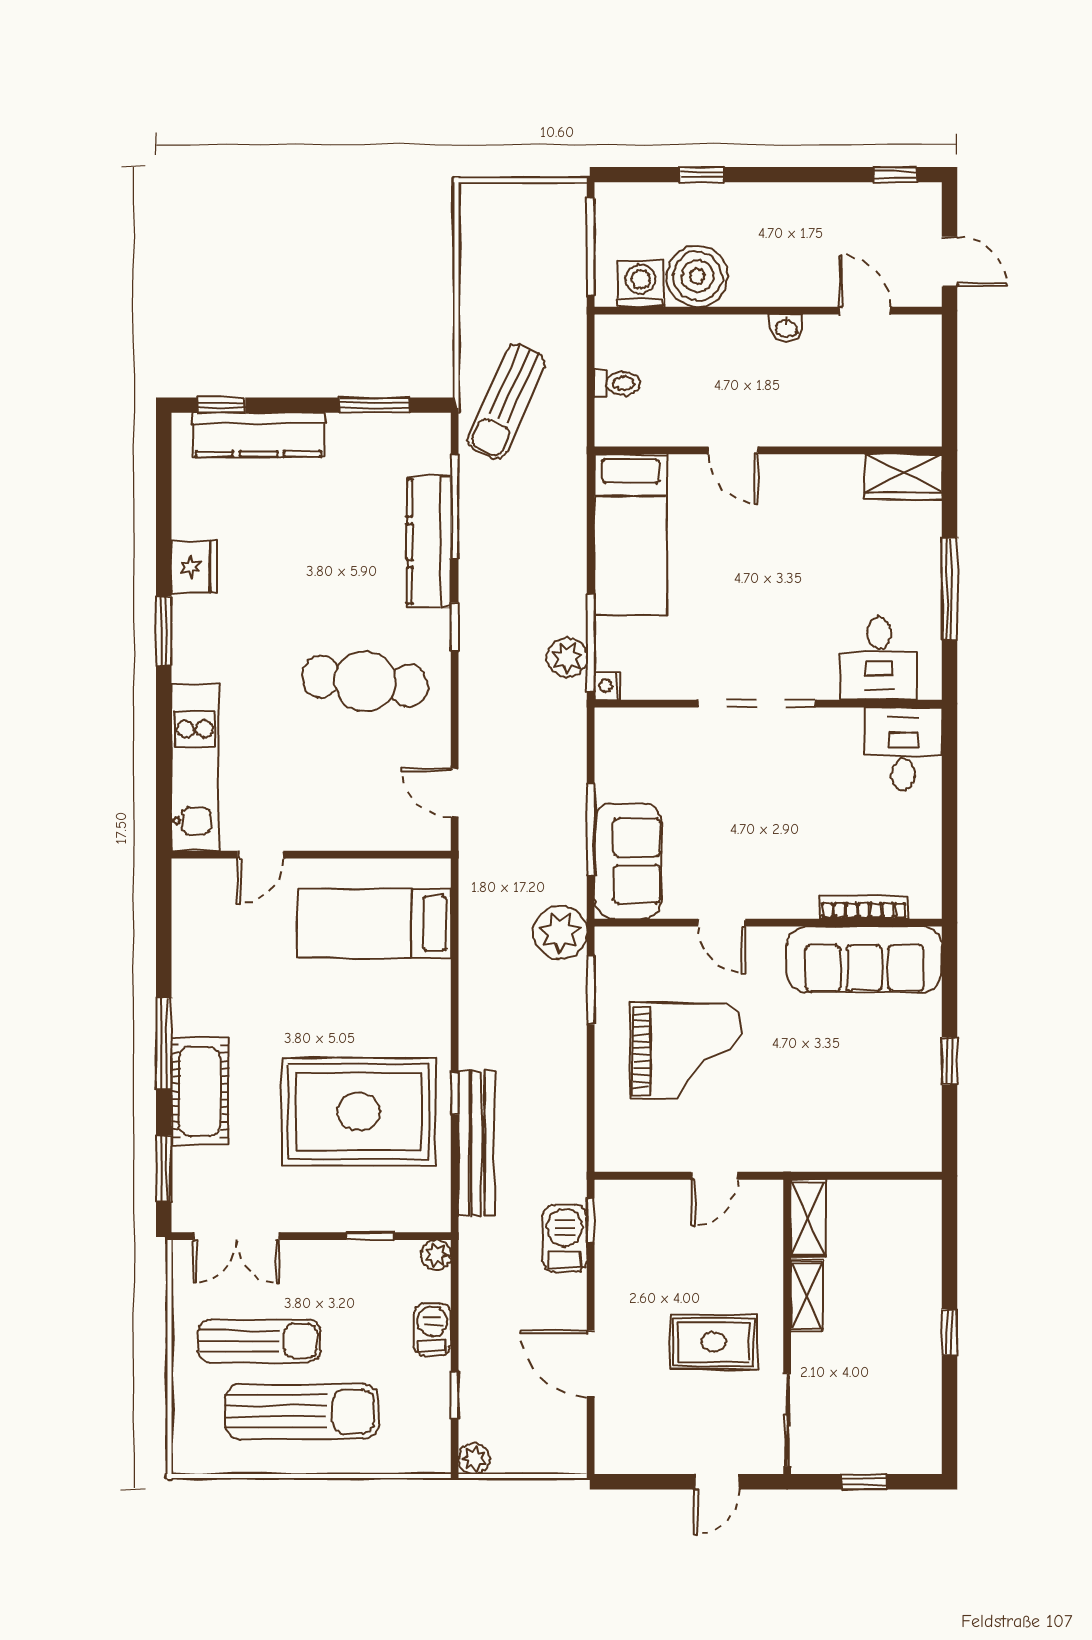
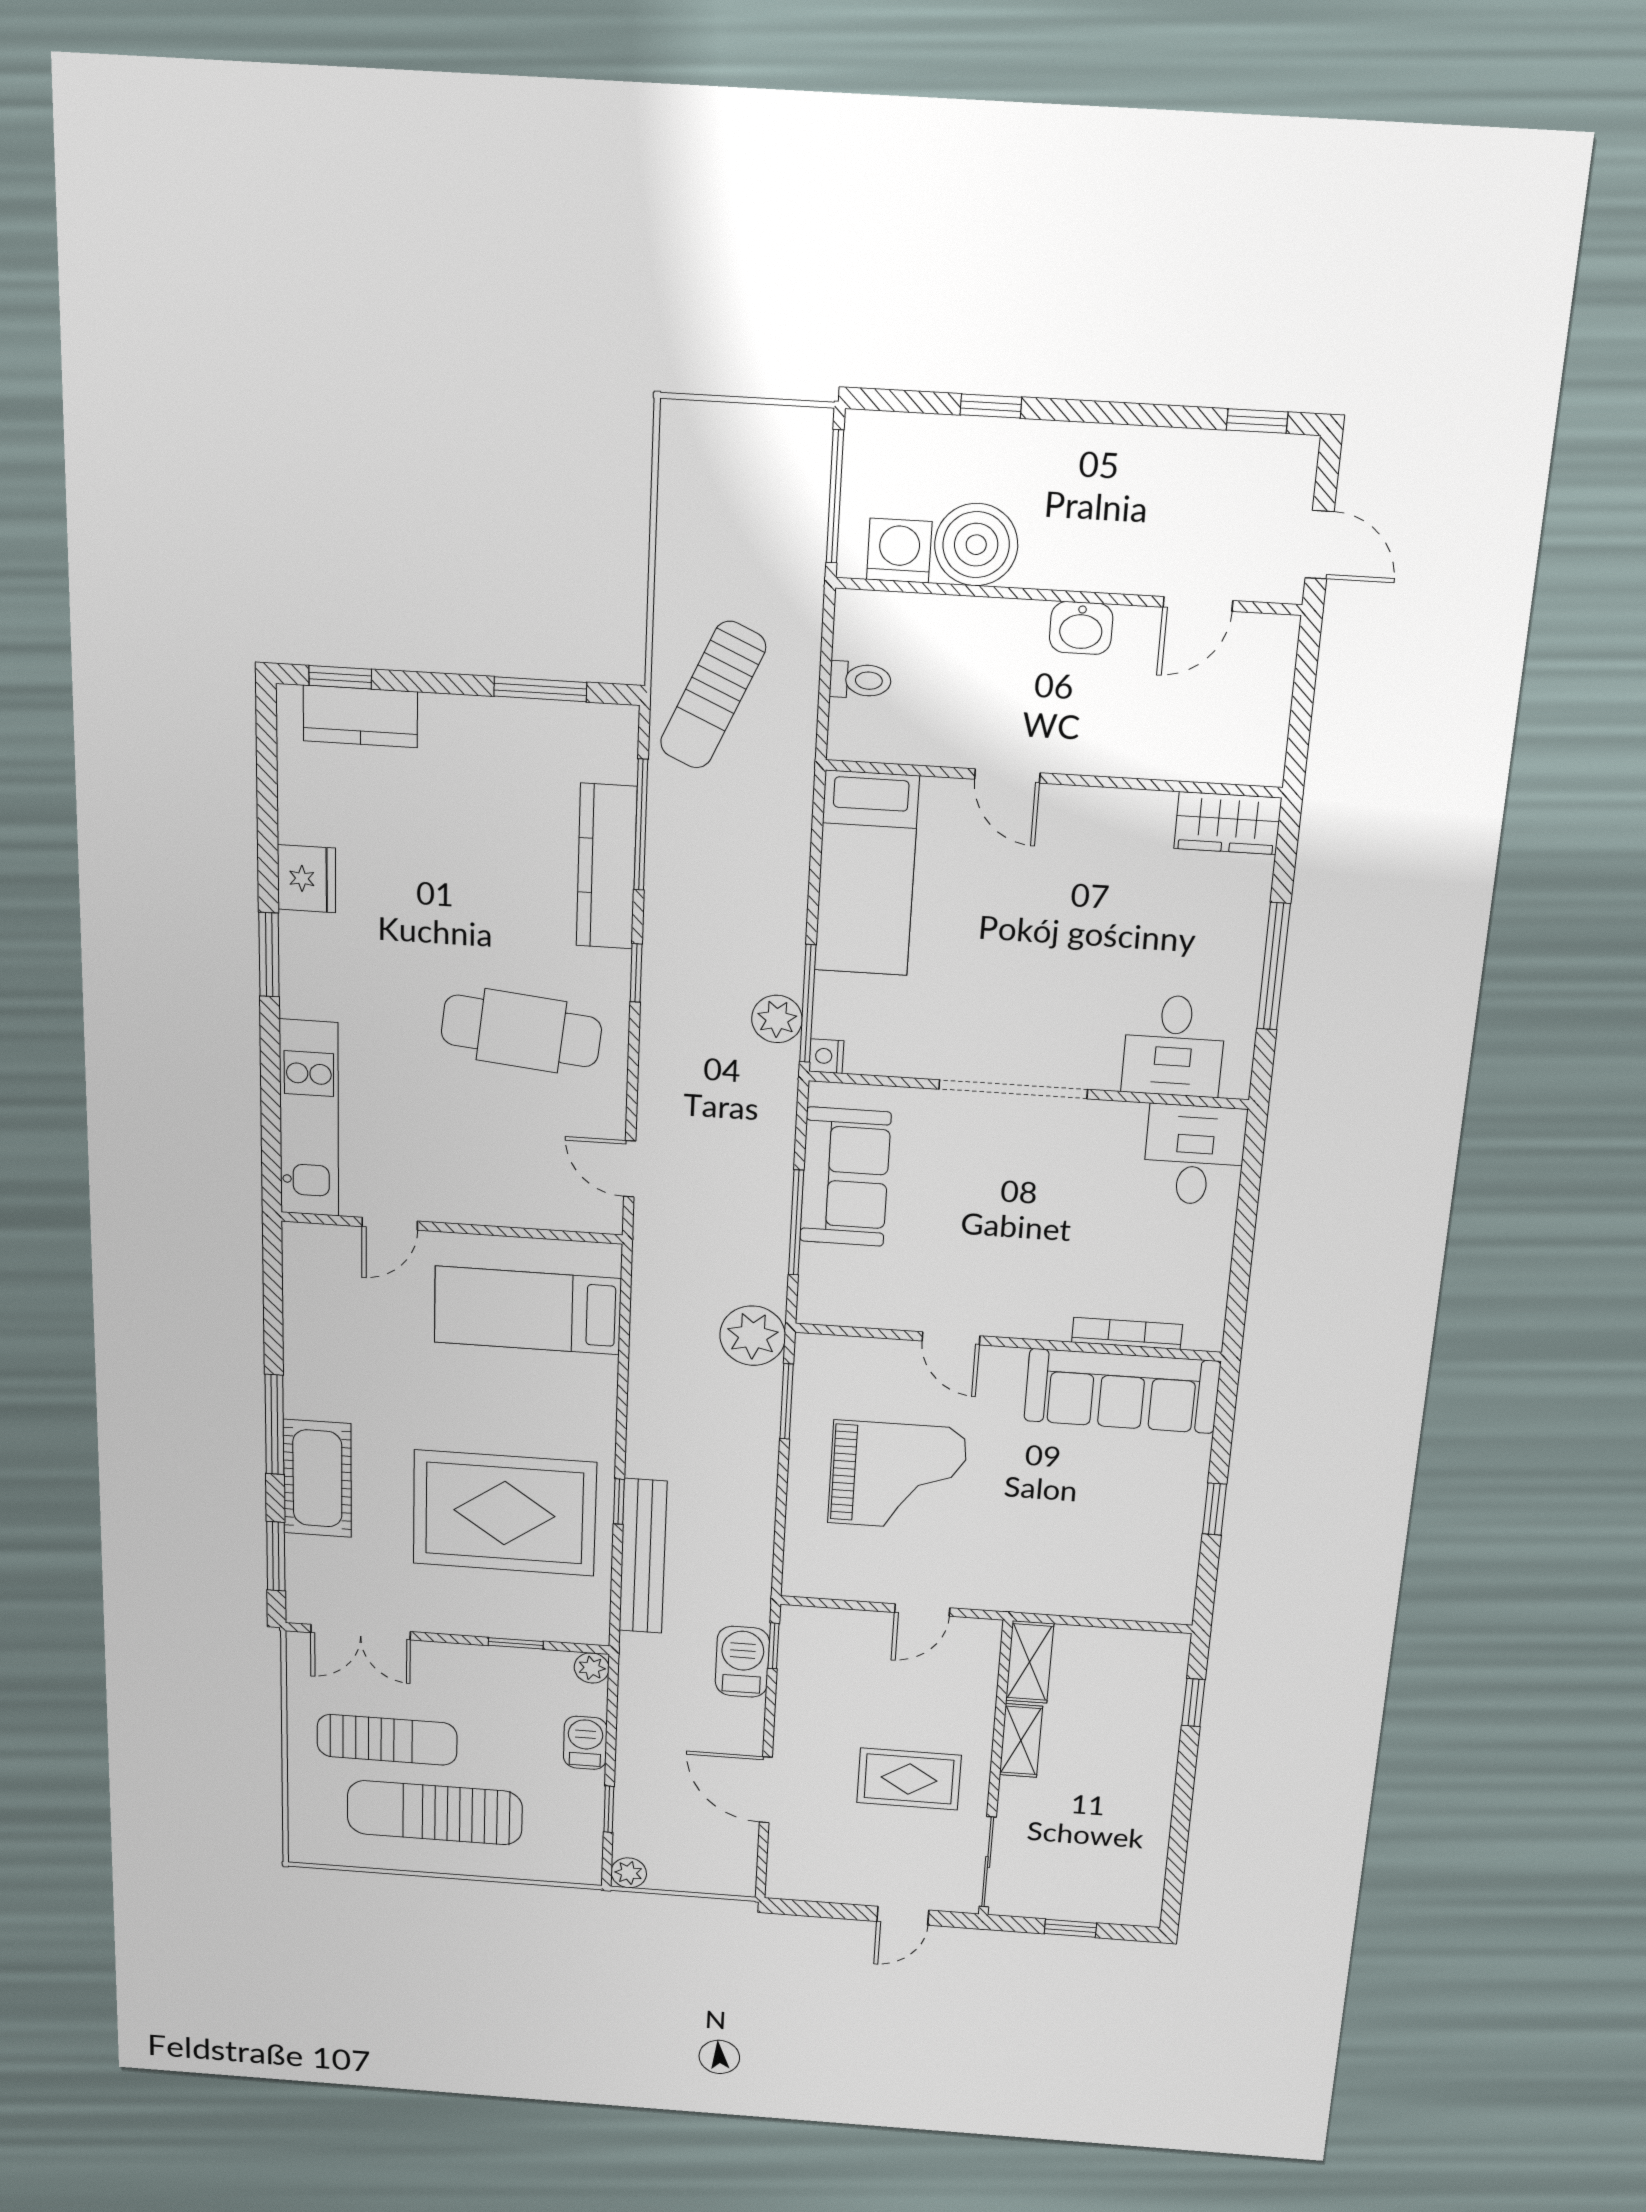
door: (865, 311) -> (1198, 604), swing flipped
washbasin: (786, 328) -> (1081, 628), width x1.38, depth x1.45
kitchen counter: (259, 435) -> (360, 716), width x0.67
sofa: (628, 861) -> (845, 1177), moved
window: (950, 1332) -> (1193, 1703), moved
sun lounger: (302, 1412) -> (435, 1813), turned 180

